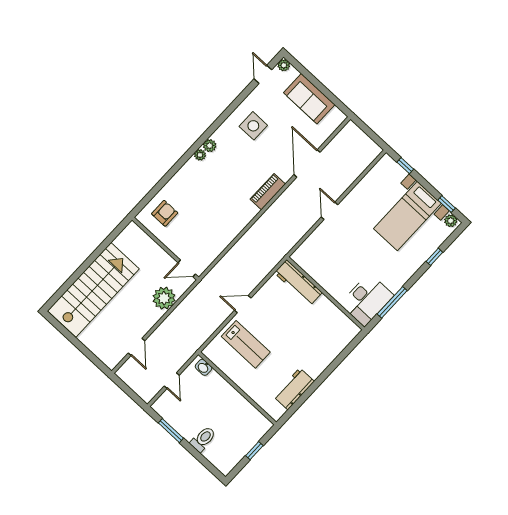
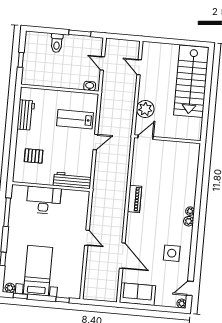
door: (263, 74) -> (190, 288), swing flipped
sofa: (309, 99) -> (137, 294), moved
piano: (268, 192) -> (135, 199), moved
armchair: (165, 213) -> (184, 160), removed
desk: (367, 300) -> (44, 200), moved, turned 90
pallet: (319, 340) -> (34, 156), added

